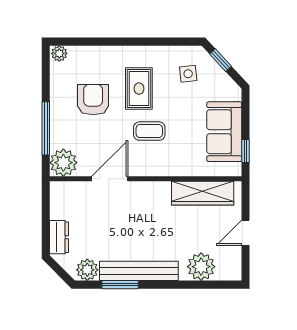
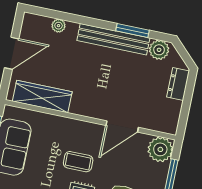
door: (245, 233) -> (12, 53), width x1.38
plant: (201, 267) -> (59, 26), width x0.53, depth x0.53

